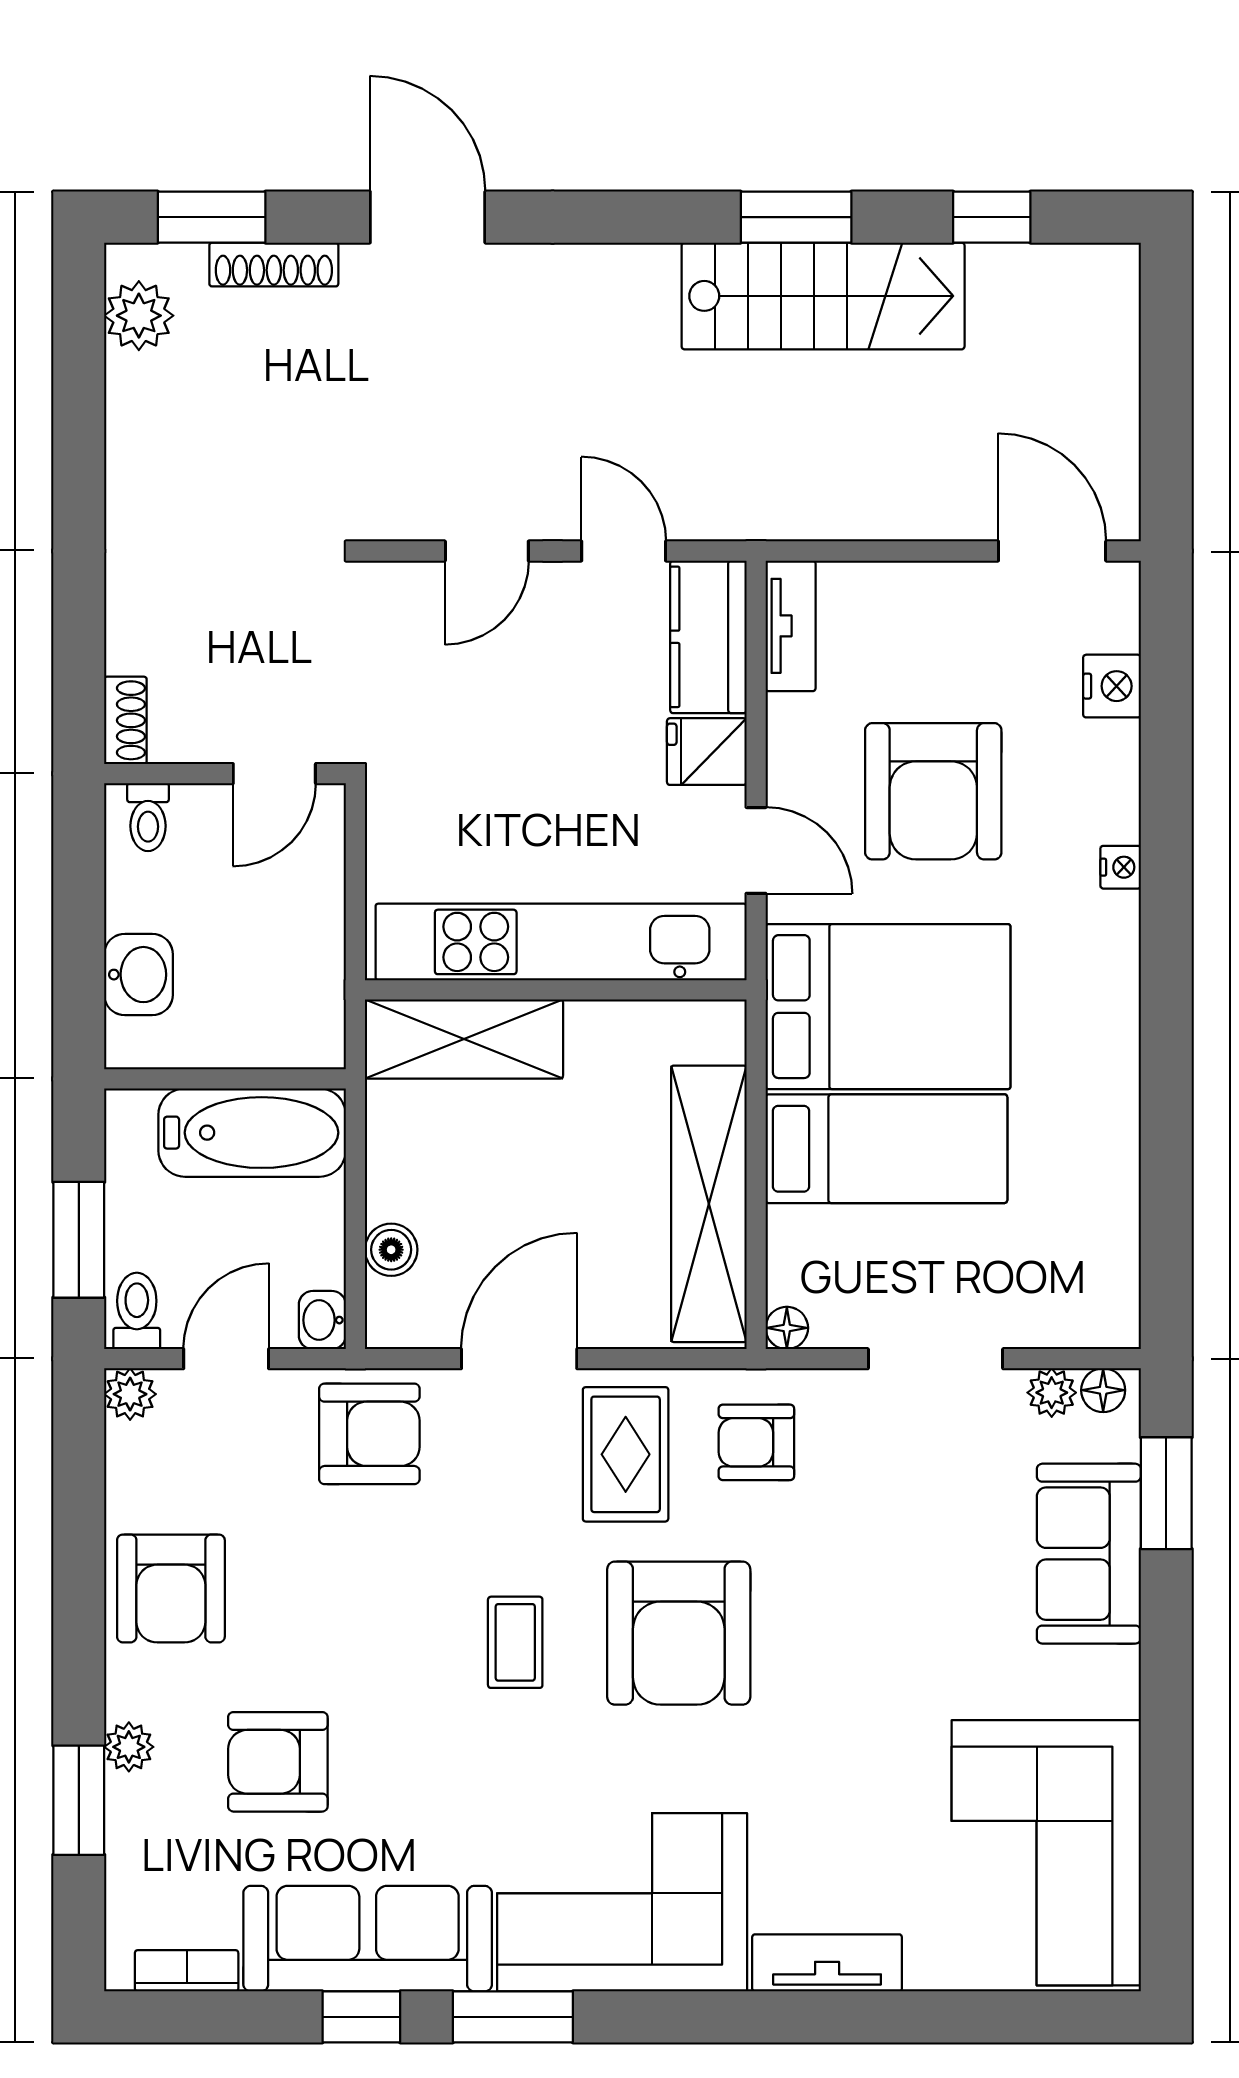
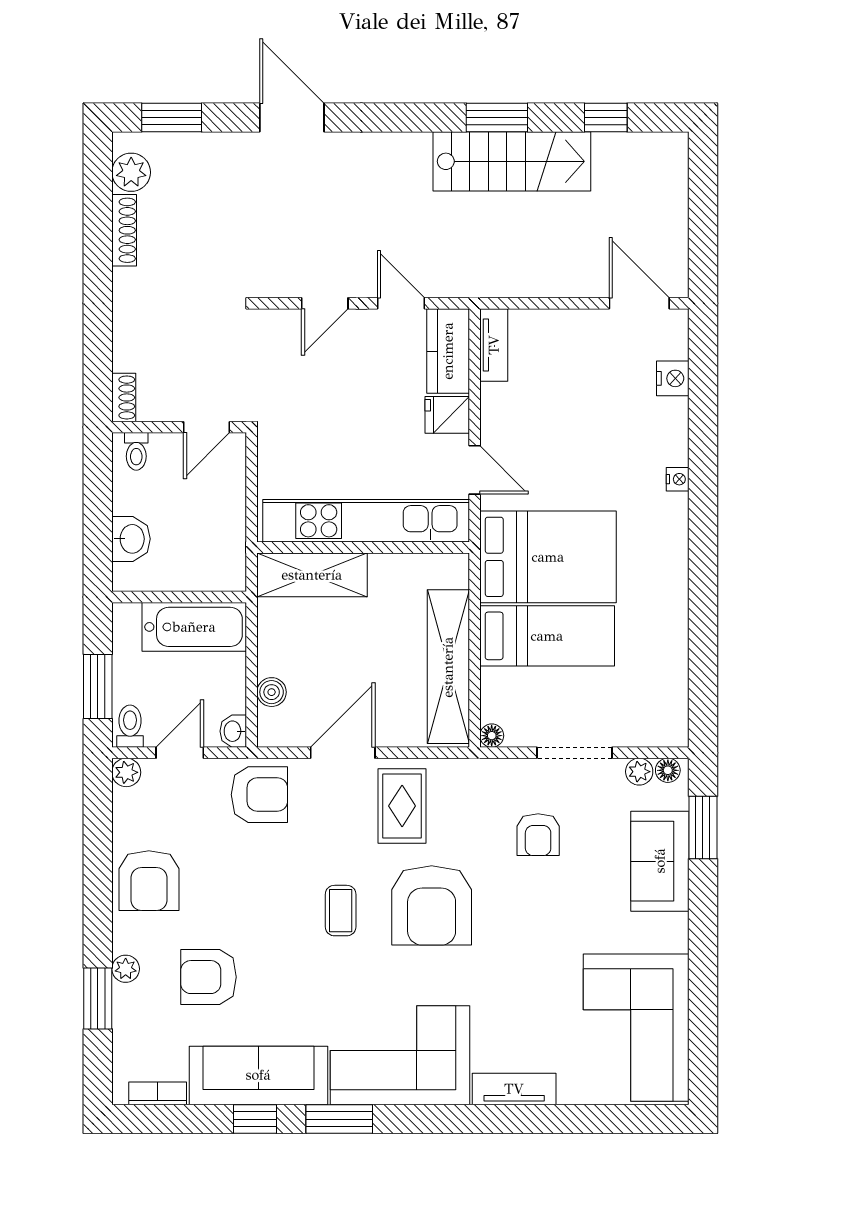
shoe rack: (274, 265) -> (124, 230), moved, turned -90
armchair: (933, 791) -> (573, 437), removed
armchair: (756, 1442) -> (538, 835), moved, turned -90

